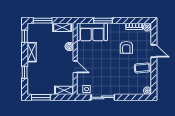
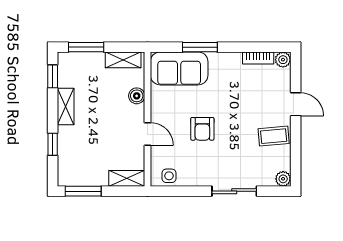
armchair: (126, 47) -> (202, 129), moved
sliding door: (103, 97) -> (234, 191), moved

